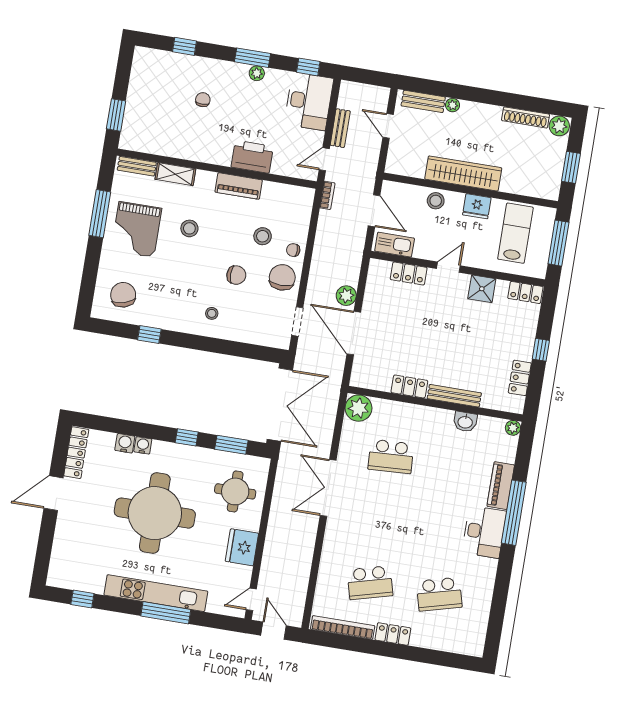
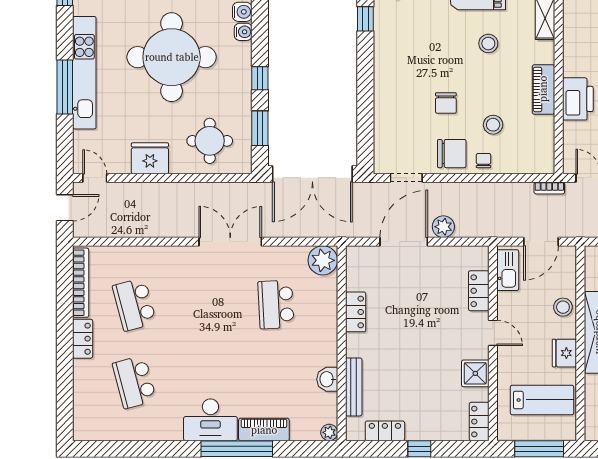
stool: (212, 313) -> (400, 83), removed
bench: (454, 396) -> (354, 387), moved

